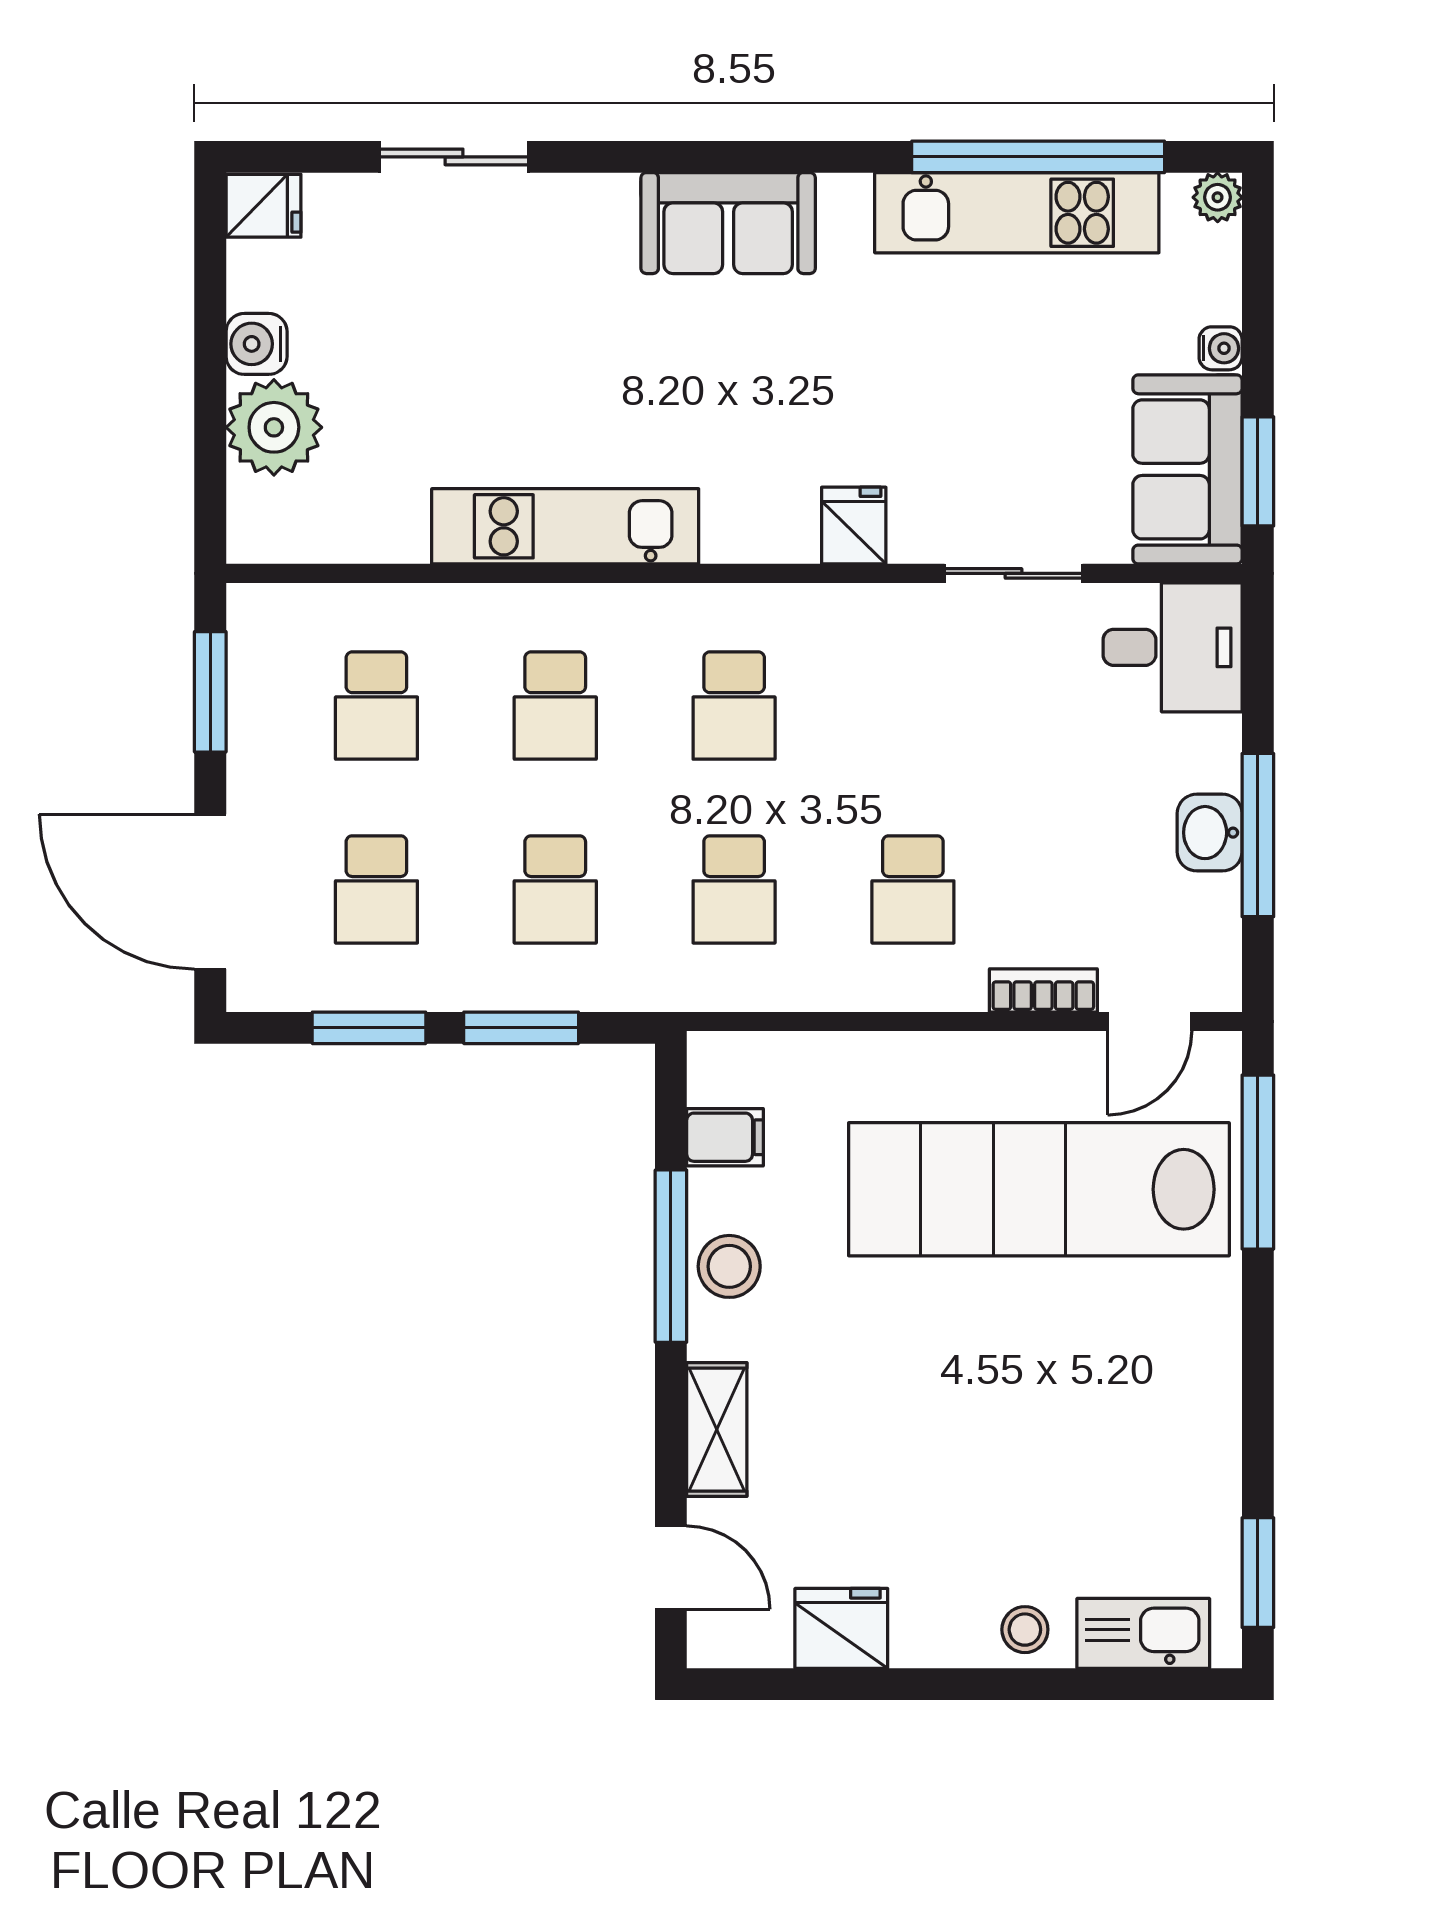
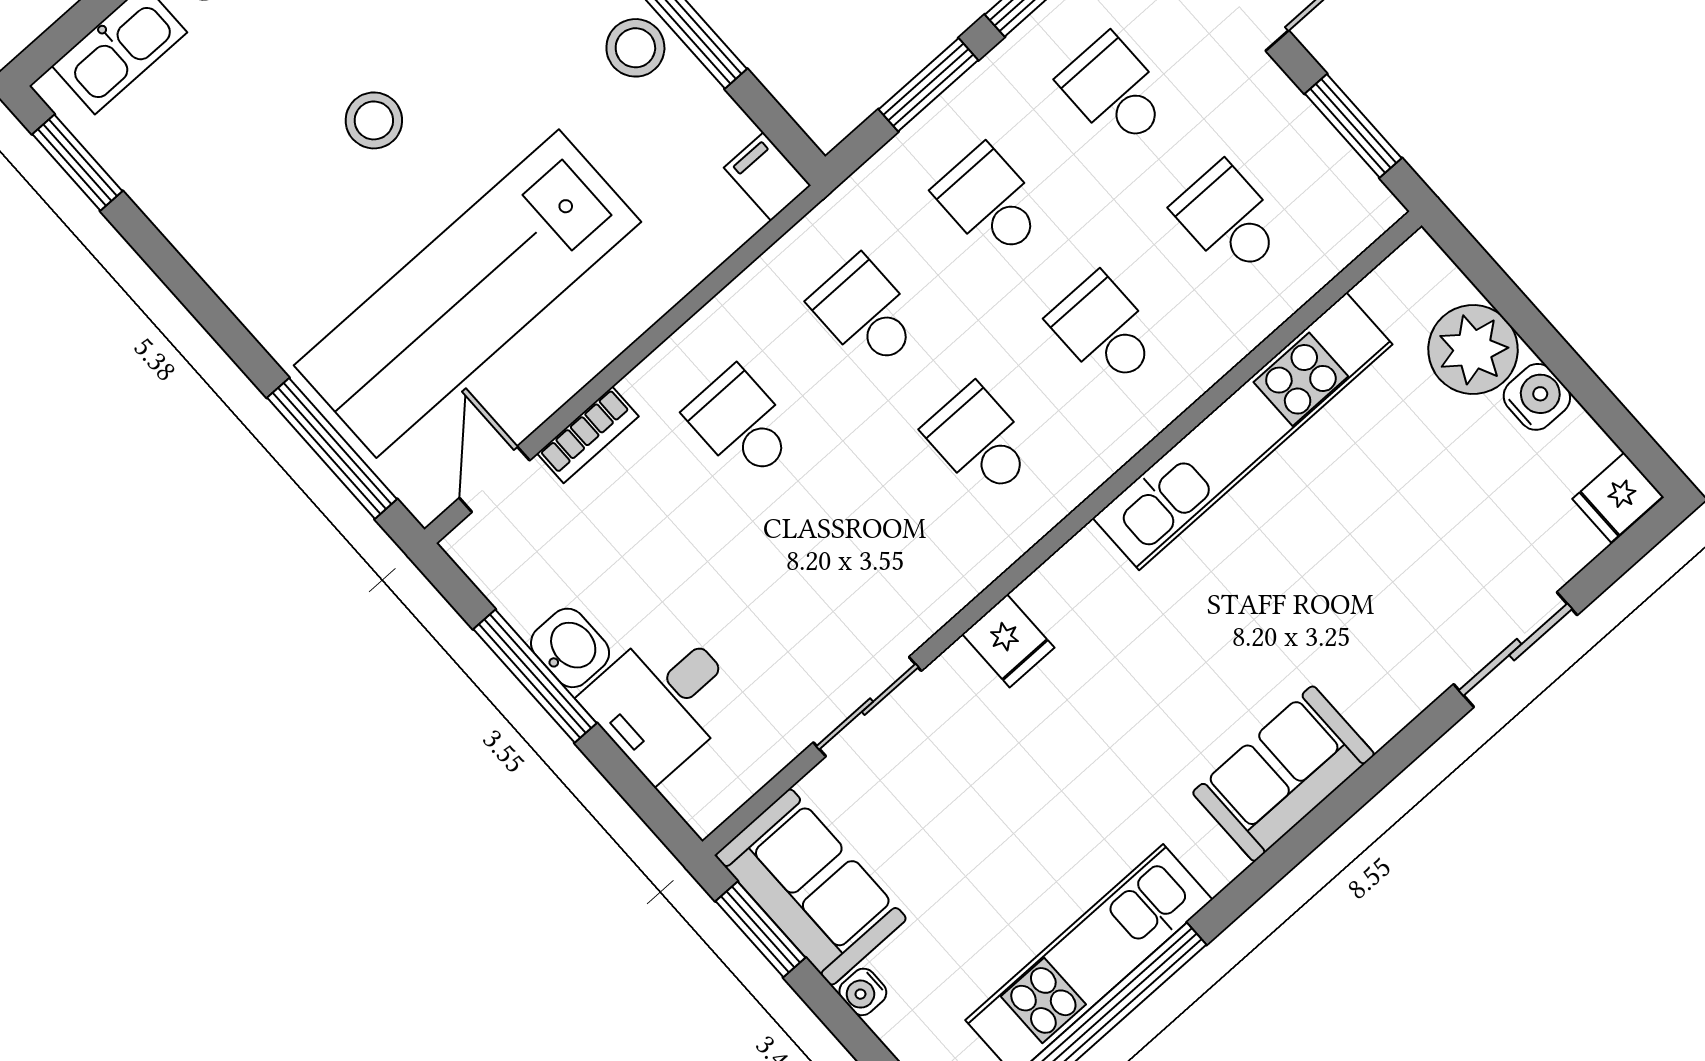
kitchen unit: (565, 526) -> (1243, 431), width x1.36
desk: (1173, 647) -> (663, 700), moved
filing cabinet: (725, 1137) -> (767, 177), moved, turned 90
lab bench: (1039, 1189) -> (468, 294), turned 180
stool: (990, 1395) -> (374, 120), added

